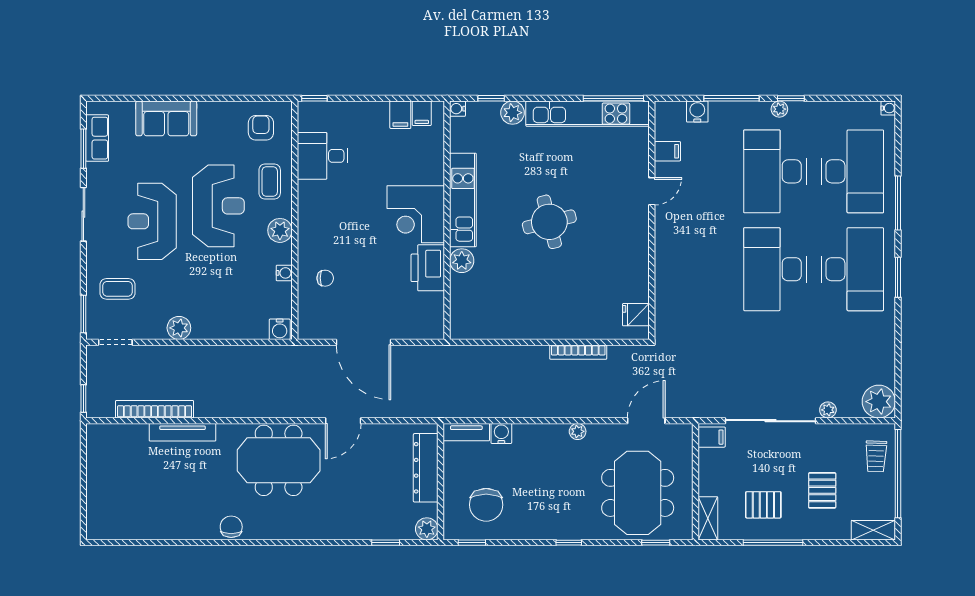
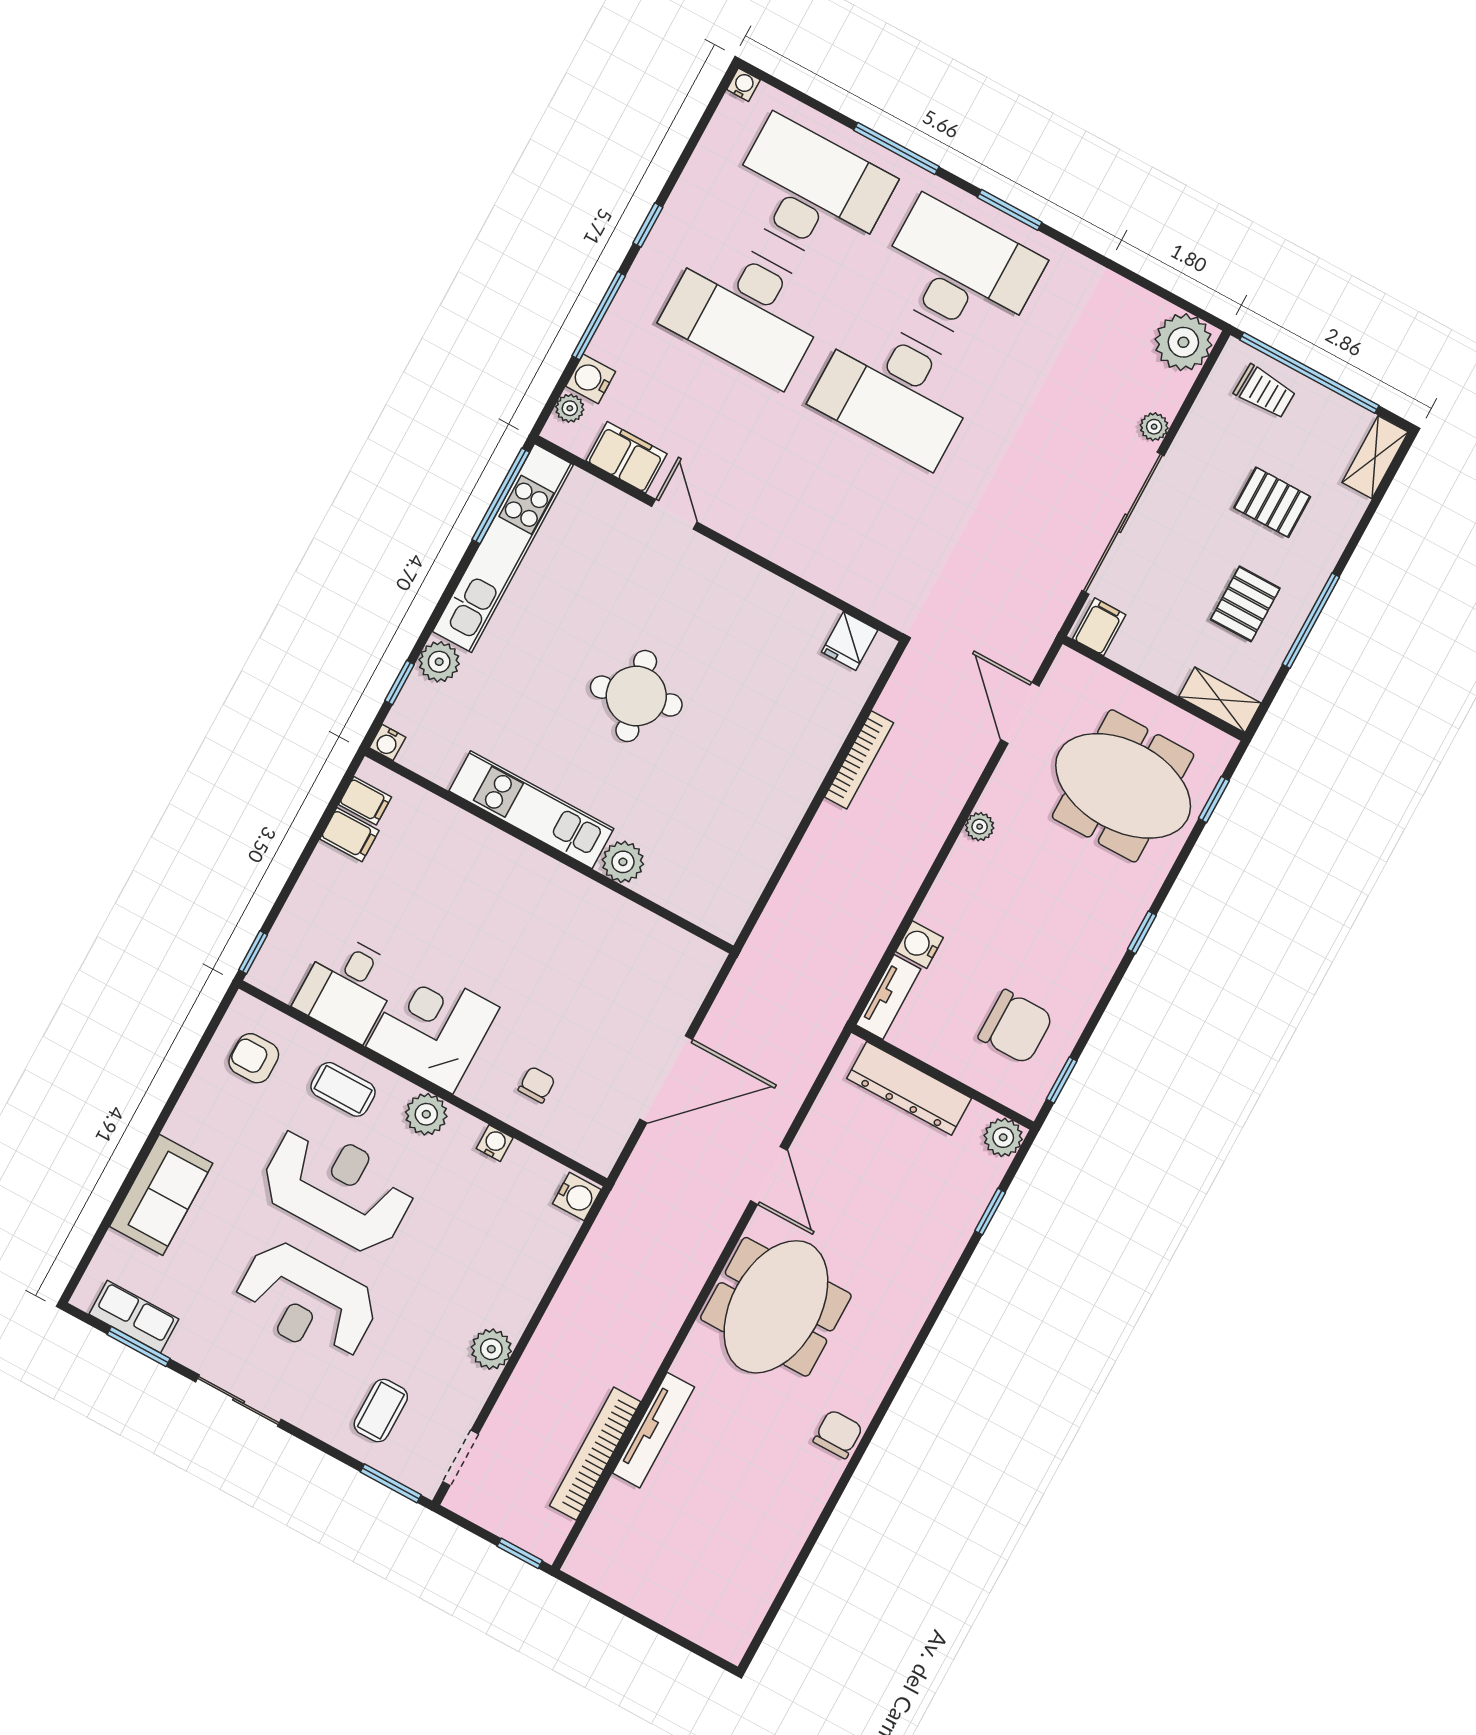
plant: (779, 109) -> (570, 408), moved
filing cabinet: (667, 151) -> (626, 457), width x2.00
corner desk: (416, 214) -> (433, 1027), moved, turned 180
printer: (428, 268) -> (606, 920), removed
chair: (231, 527) -> (838, 1434), turned 90

